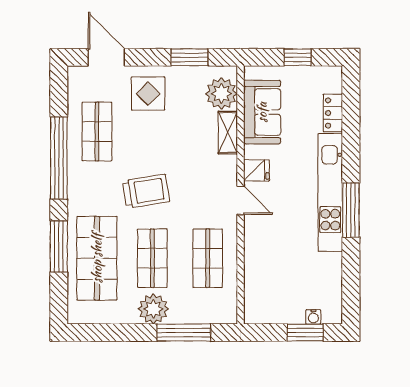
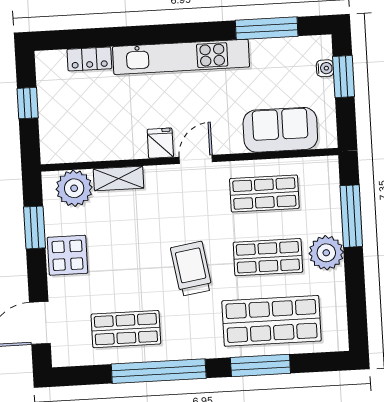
display table: (148, 94) -> (67, 255), moved
sofa: (262, 112) -> (280, 130), moved
window: (351, 210) -> (267, 28), moved

